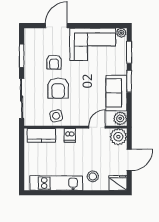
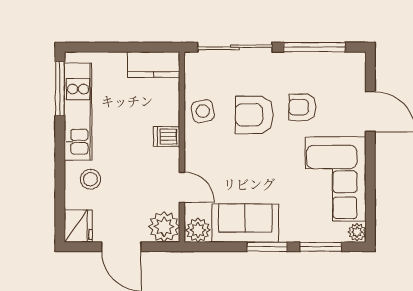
window: (22, 56) -> (314, 47), width x1.44
kitchen counter: (41, 135) -> (154, 65), moved, turned -90
window: (44, 193) -> (60, 89), added

